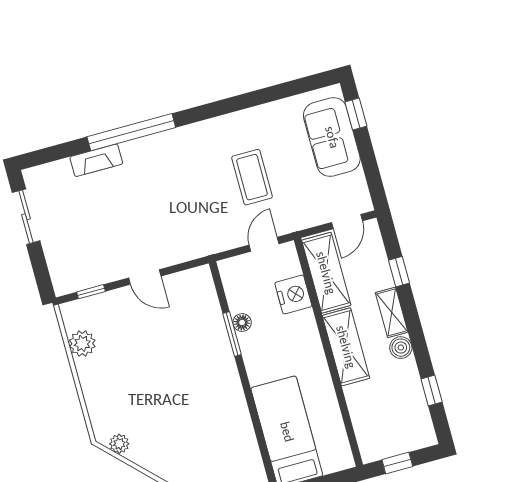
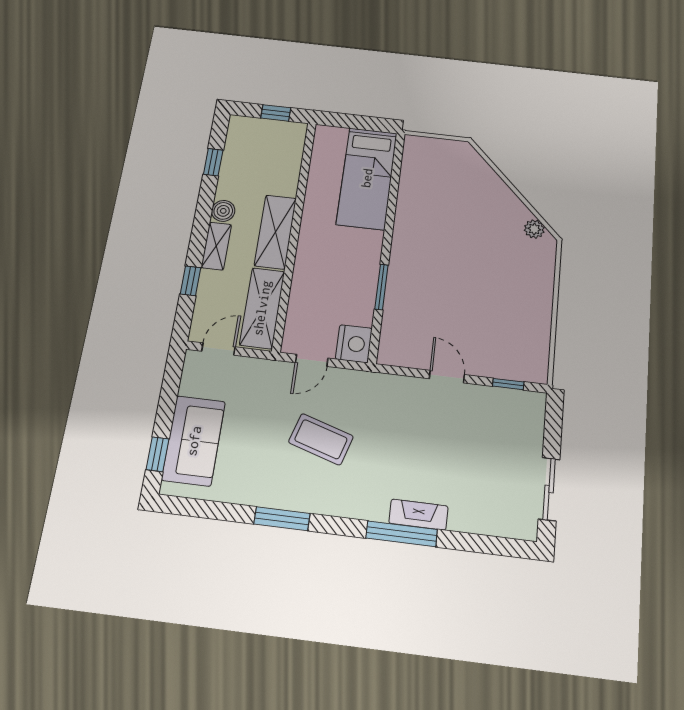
window: (232, 105) -> (282, 519), added
window: (131, 132) -> (402, 534), width x0.68
fireplace: (96, 160) -> (418, 515), moved
coffee table: (252, 177) -> (321, 439), moved, turned -73
nightstand: (293, 295) -> (354, 344), moved, turned 180
floor lamp: (242, 322) -> (367, 294), removed
plant: (82, 343) -> (536, 337), removed

